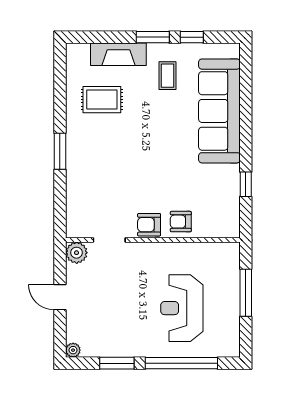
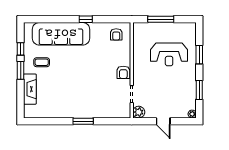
rug: (102, 100) -> (55, 98), removed
window: (246, 184) -> (86, 19), moved
armchair: (181, 222) -> (116, 34), moved
door: (60, 297) -> (163, 121), hinge flipped
window: (181, 363) -> (199, 55), width x0.47

